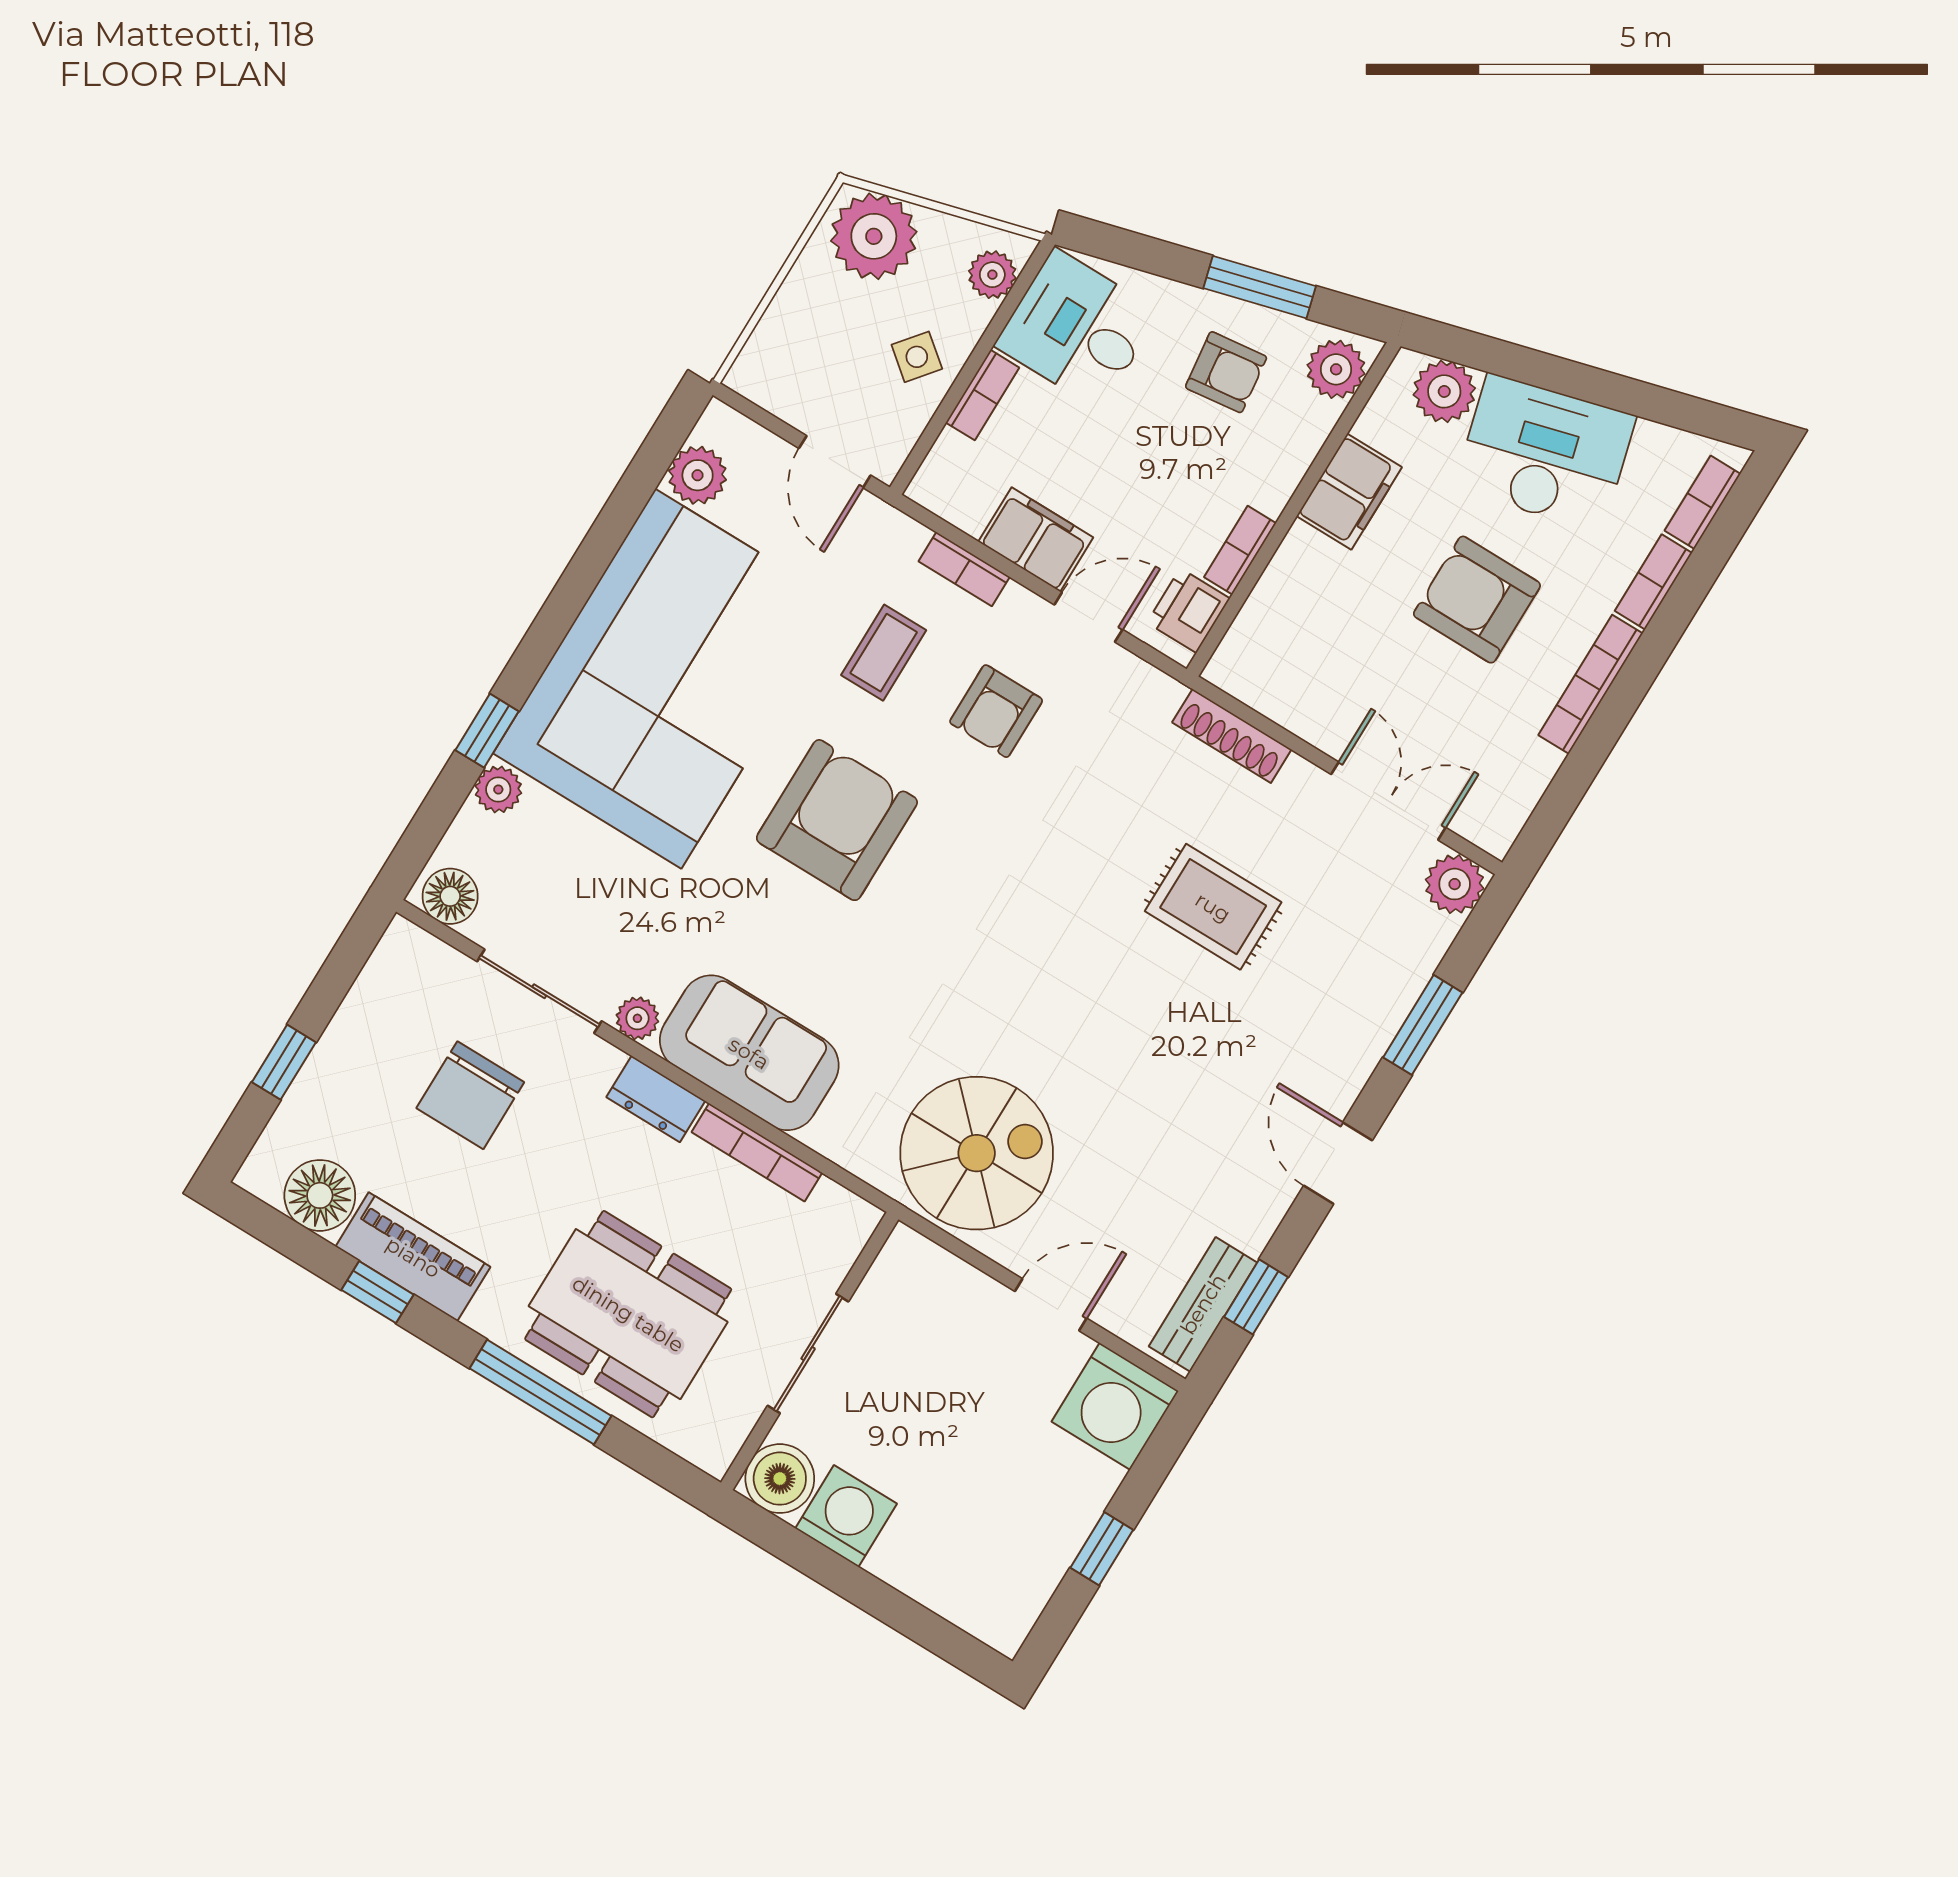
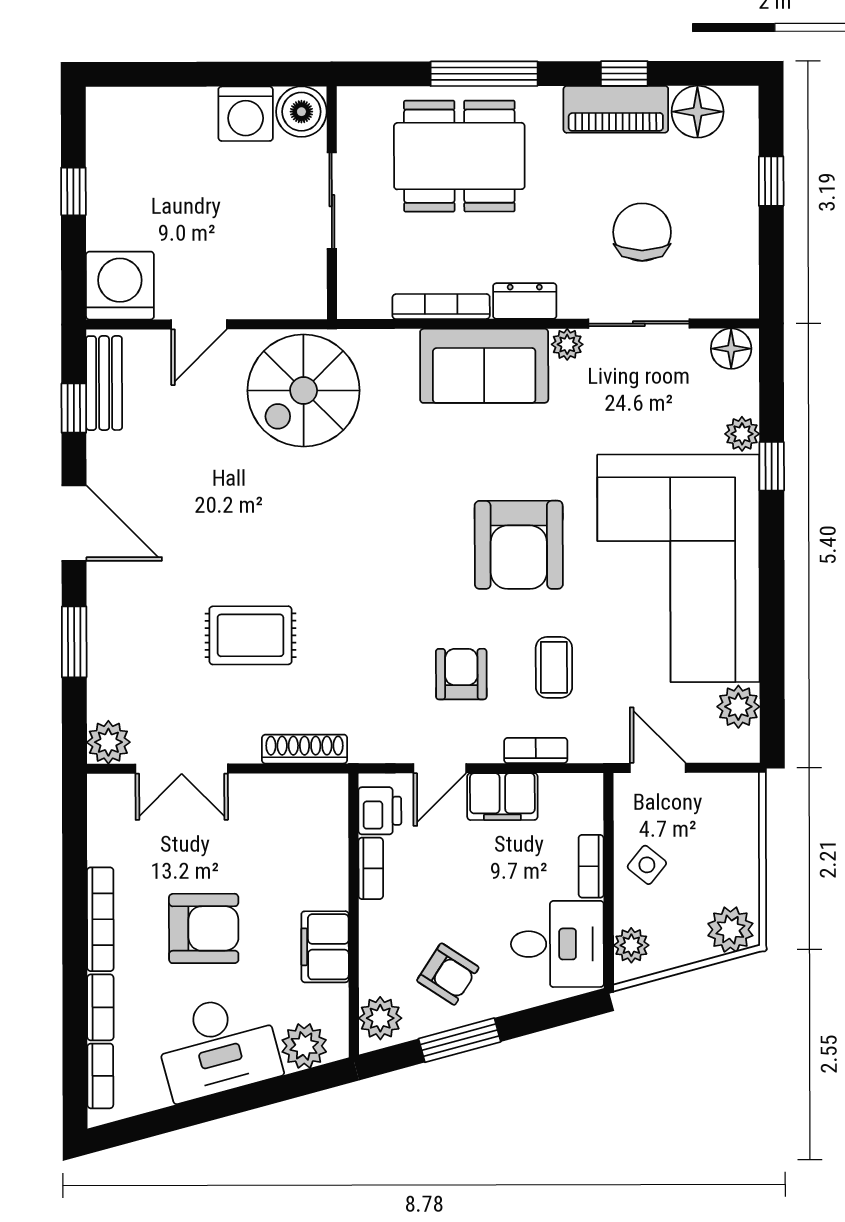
plant: (874, 236) -> (730, 930), width x0.73, depth x0.73
armchair: (1226, 372) -> (448, 974), turned -140
door: (1338, 1163) -> (74, 523), width x1.38

